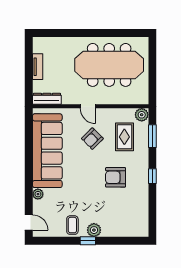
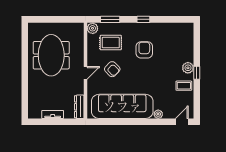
meeting table: (109, 65) -> (51, 55), width x0.73
armchair: (116, 177) -> (144, 50), turned 180

